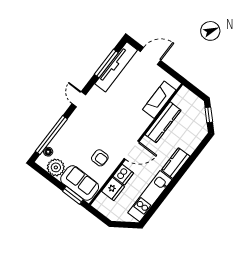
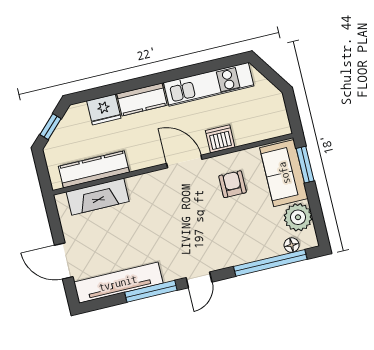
window: (106, 64) -> (151, 291), moved
kitchen counter: (163, 122) -> (94, 169), moved
fridge: (113, 189) -> (104, 110), moved, turned 180

